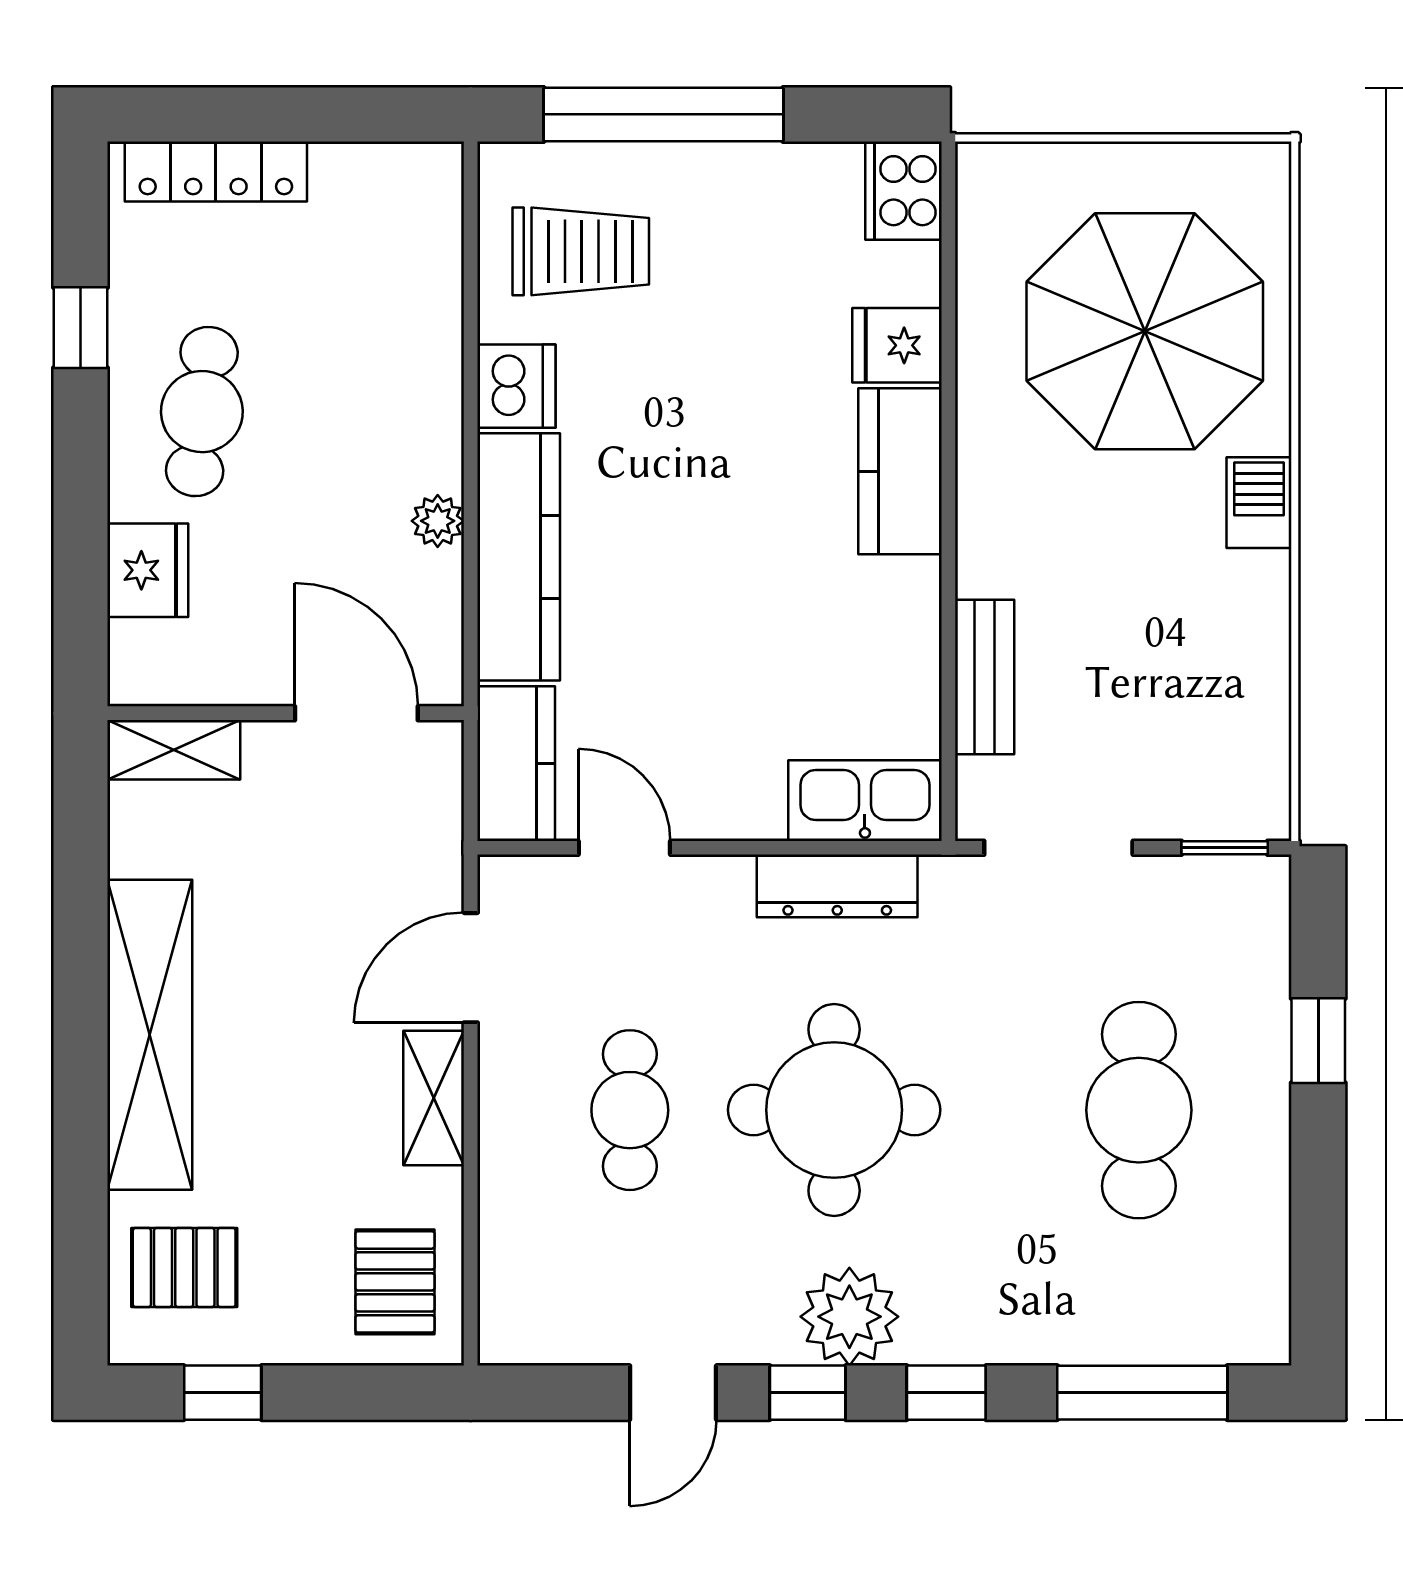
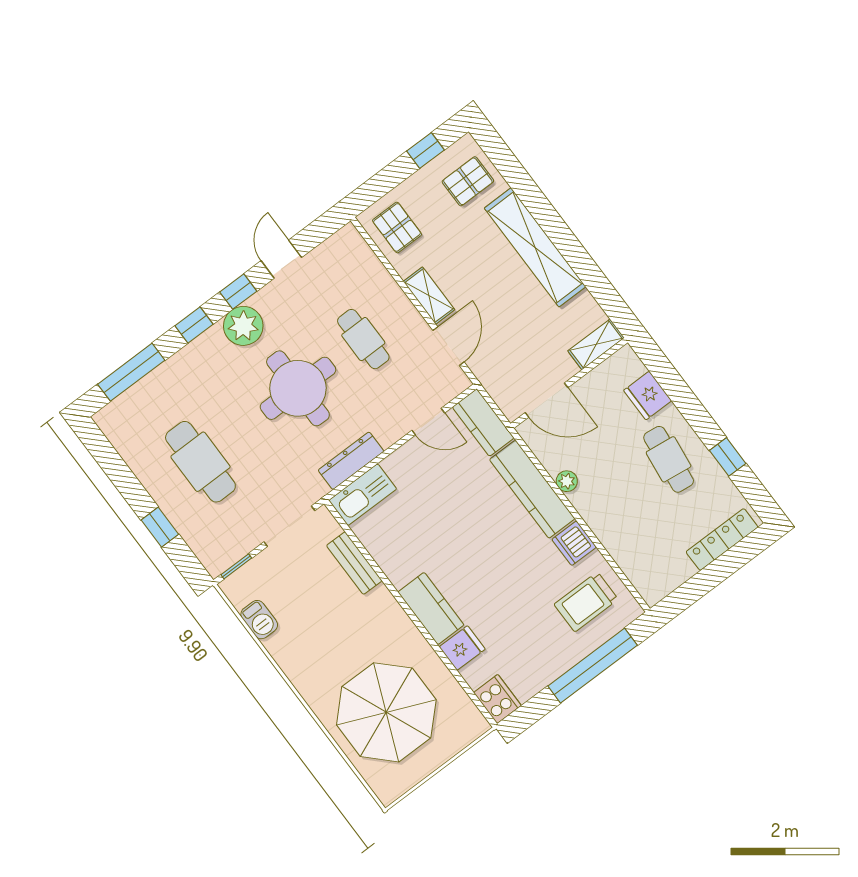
barbecue: (1259, 503) -> (259, 620), moved

